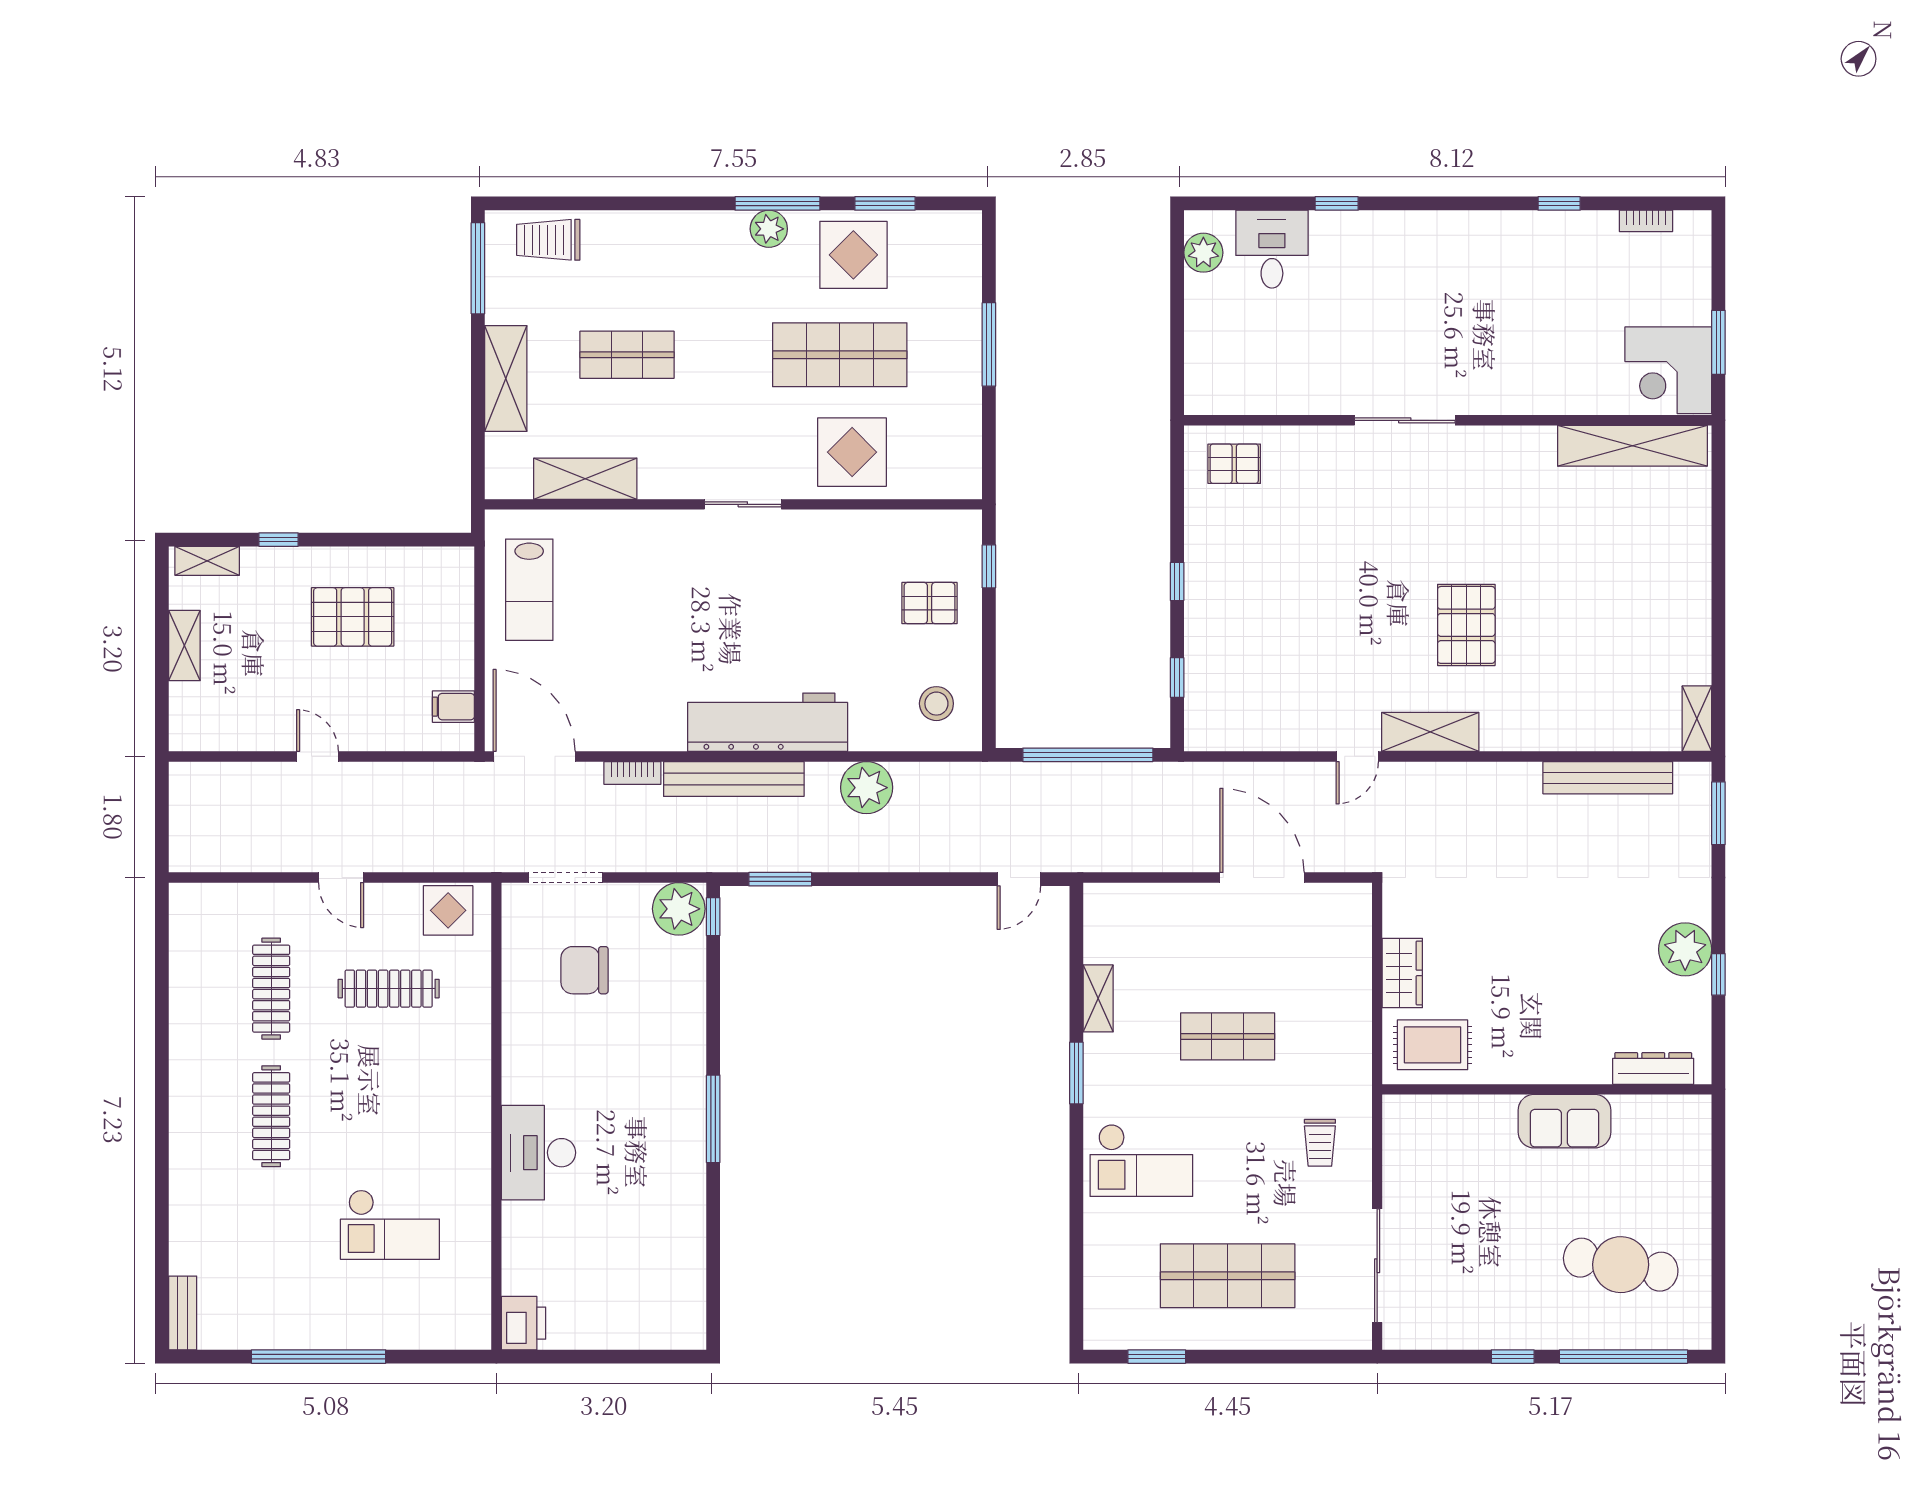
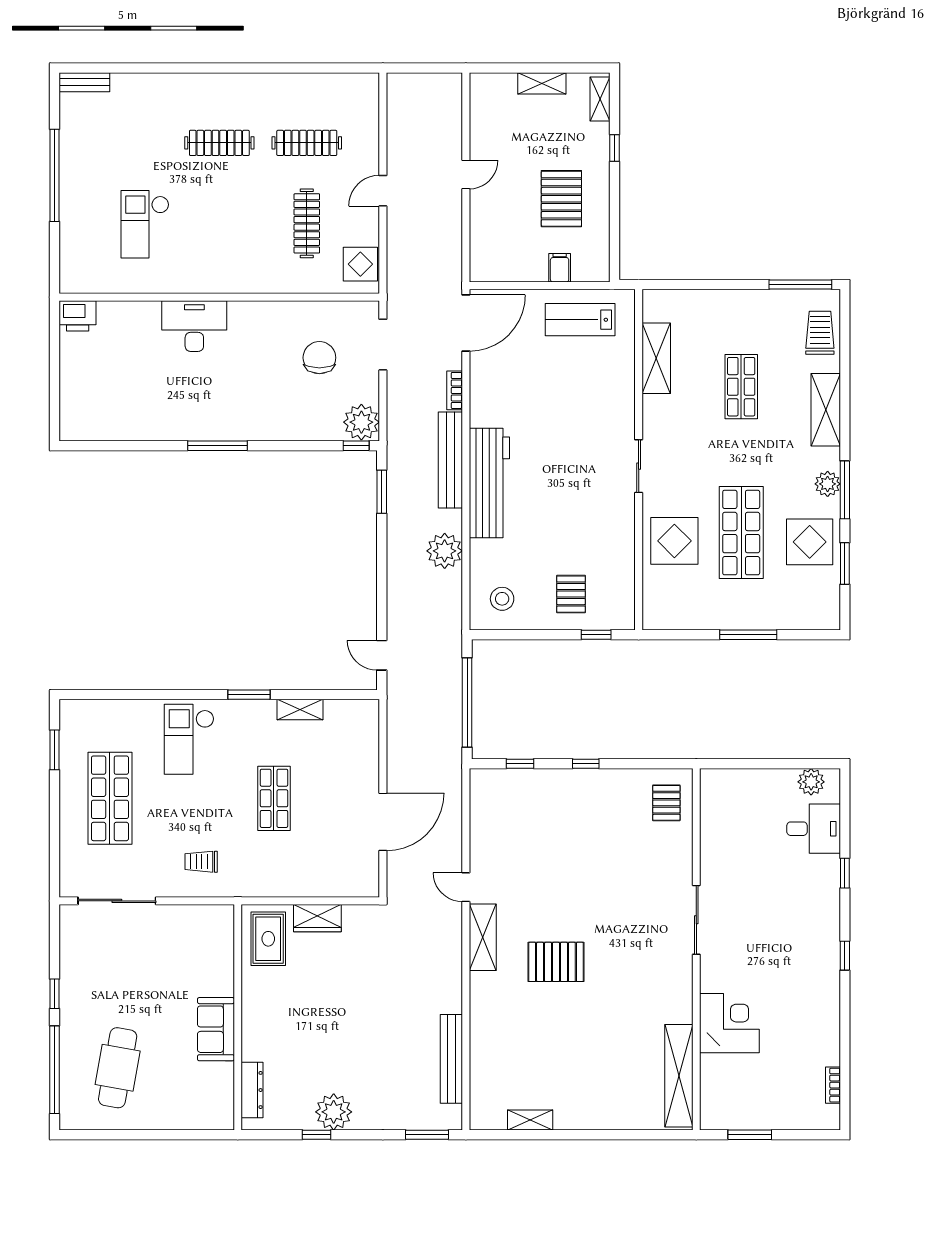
window: (1559, 203) -> (845, 956), moved
corner desk: (1668, 370) -> (729, 1023), moved, turned 90
shelving: (506, 379) -> (826, 410), moved, turned 90
filing cabinet: (453, 707) -> (560, 268), moved
shelving: (1697, 719) -> (530, 1120), moved

